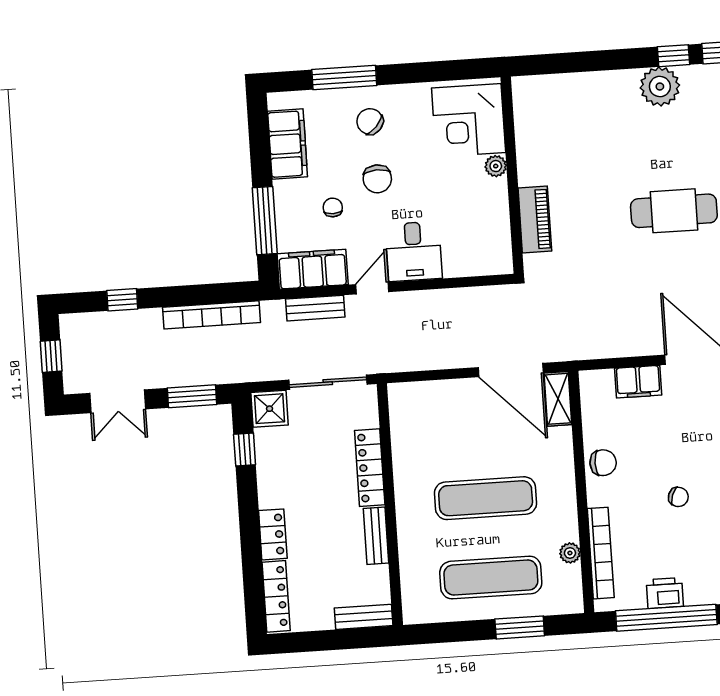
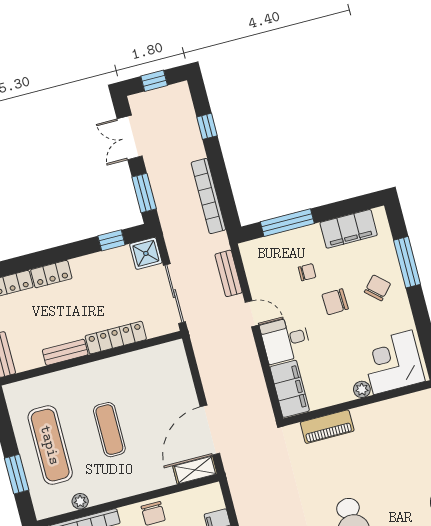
filing cabinet: (313, 269) -> (290, 389), moved
exercise mat: (486, 498) -> (109, 430), width x0.73, depth x0.69

